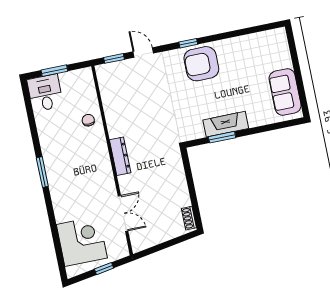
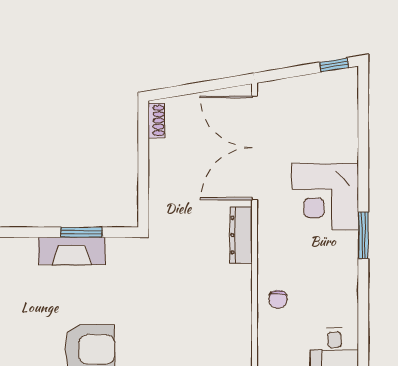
double door: (123, 213) -> (254, 148), width x1.87
corner desk: (82, 241) -> (325, 197), moved
window: (104, 269) -> (334, 65), moved

